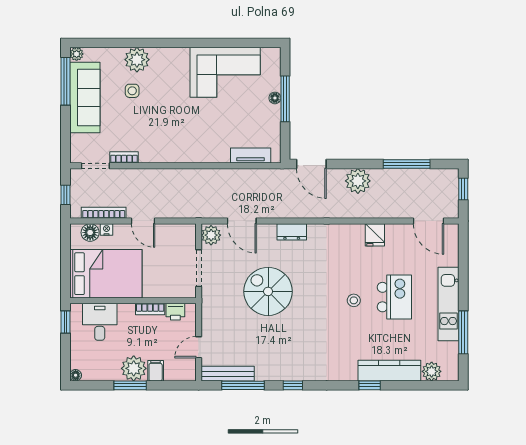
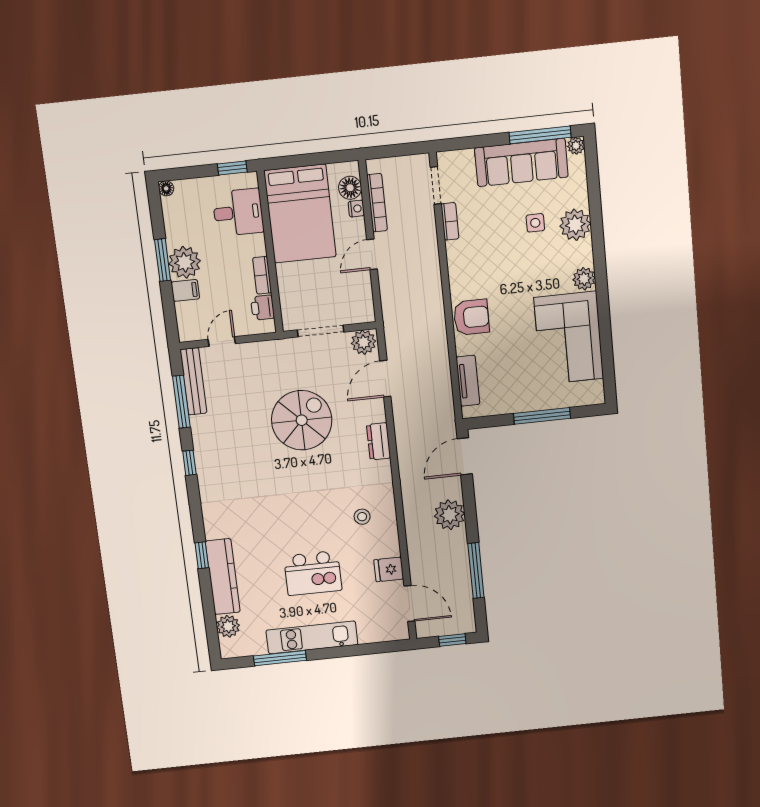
plant: (180, 56) -> (584, 279), added
floor lamp: (275, 98) -> (542, 403), removed
armchair: (200, 148) -> (471, 317), added
window: (65, 195) -> (395, 150), removed
door: (428, 221) -> (409, 604), swing flipped
fridge: (375, 235) -> (389, 569), moved
stool: (354, 300) -> (362, 517), moved
door: (199, 347) -> (222, 342), hinge flipped

